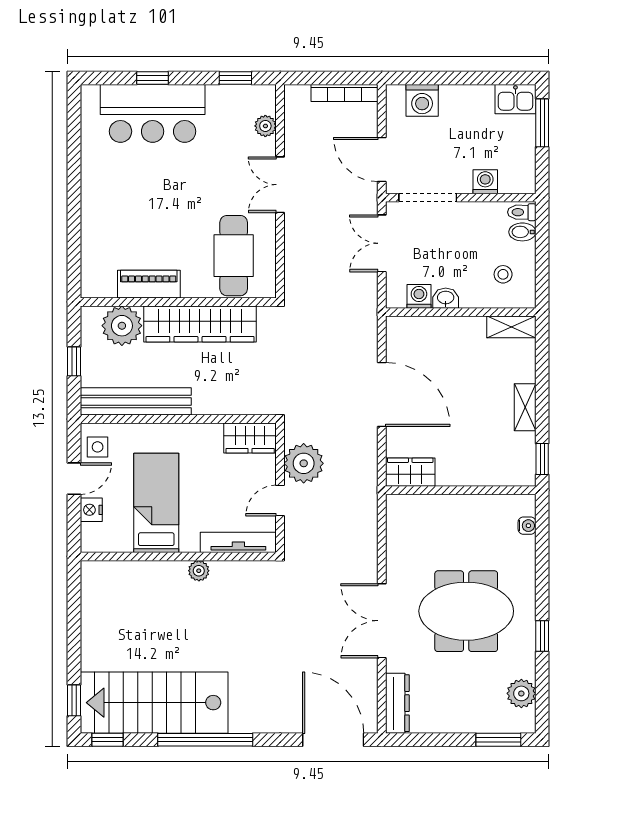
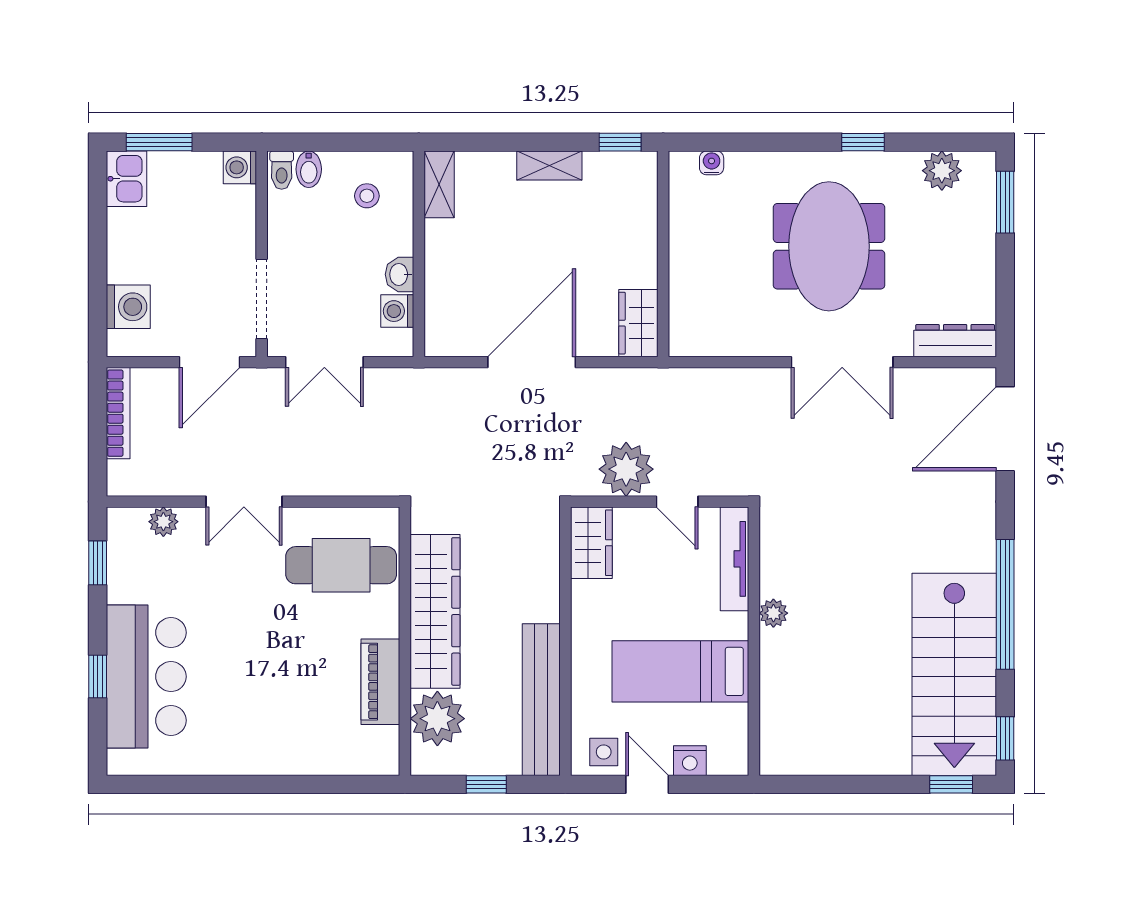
washing machine: (485, 182) -> (240, 167), moved

